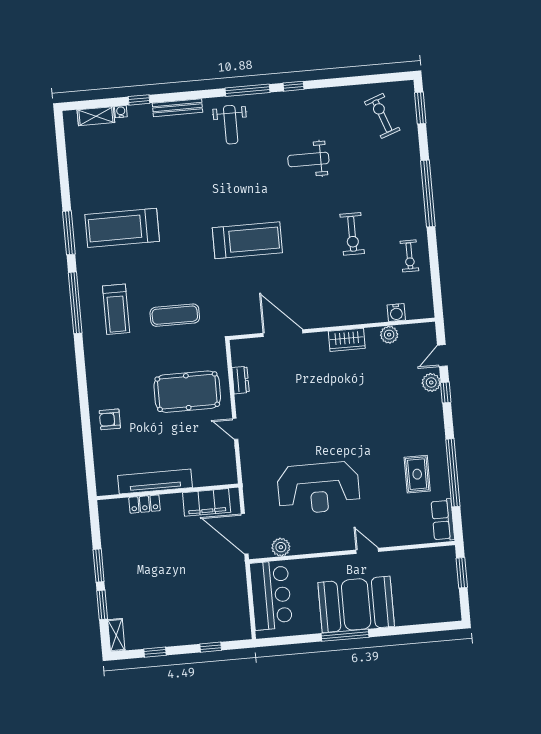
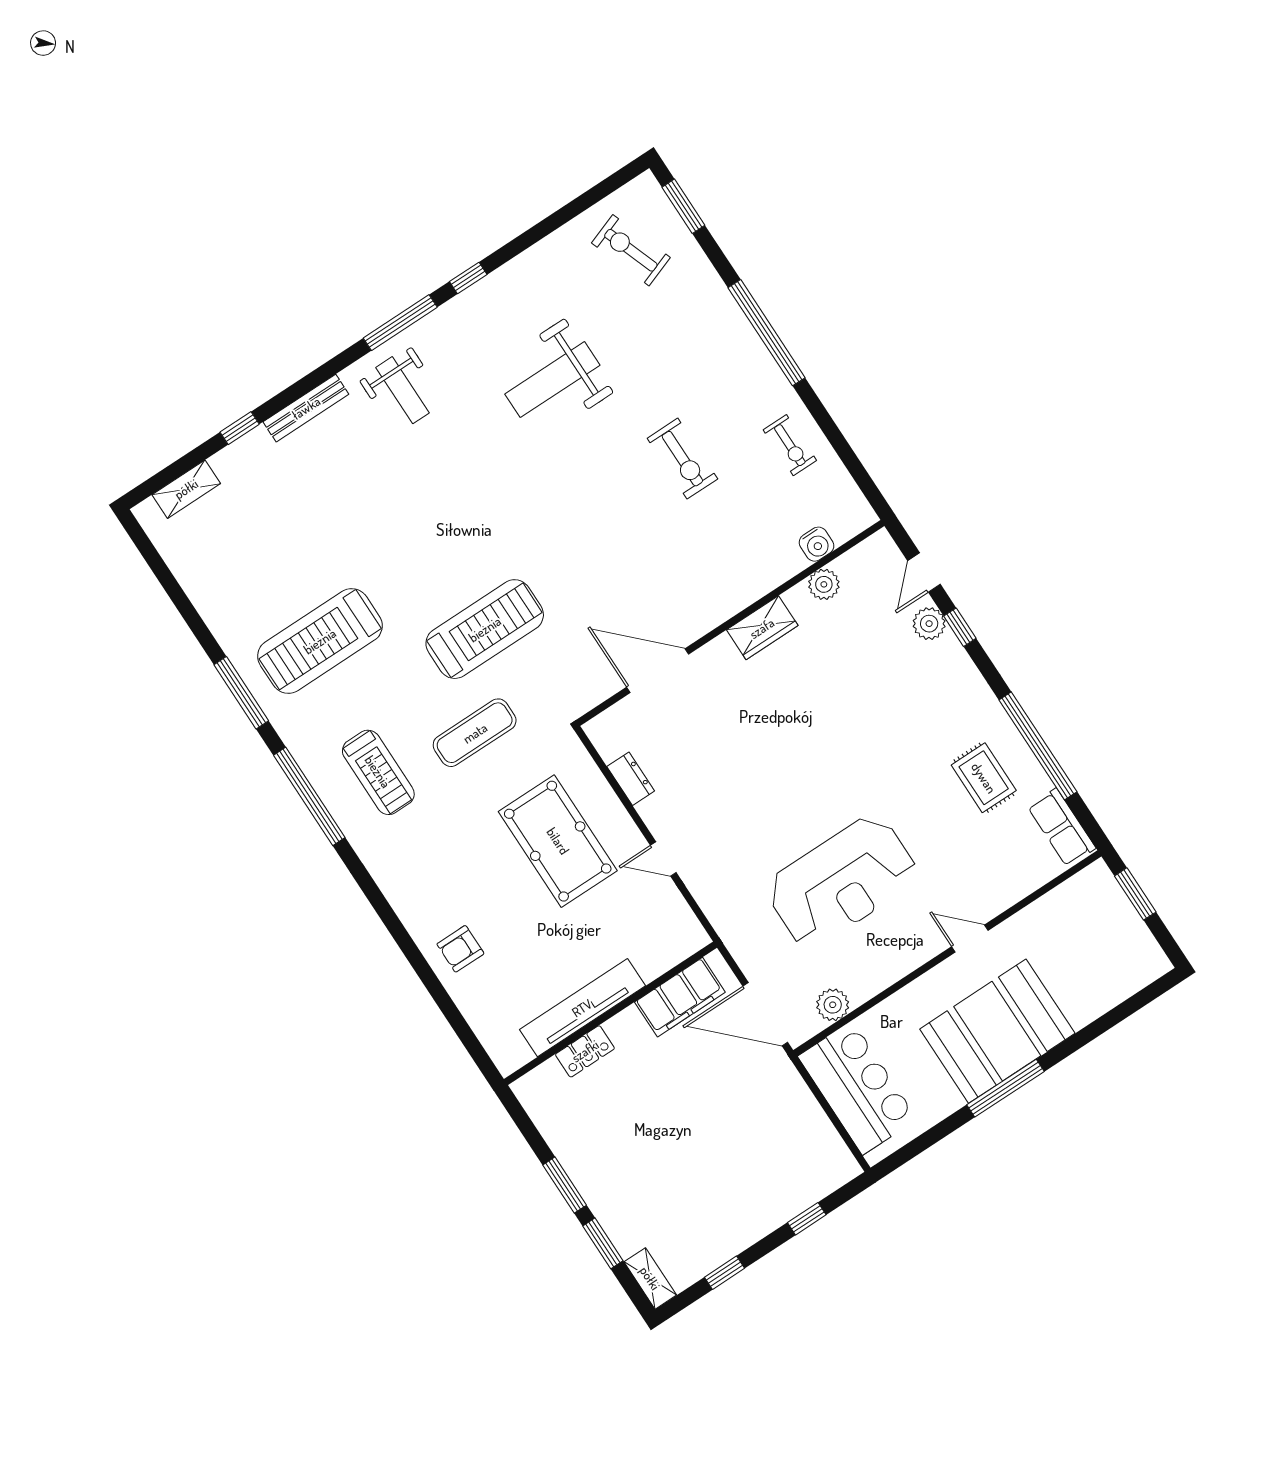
water cooler: (121, 112) -> (221, 461), removed
weight bench: (308, 159) -> (552, 380), width x1.36, depth x1.33
treadmill: (247, 240) -> (485, 629), moved
pool table: (187, 392) -> (558, 841), turned 90

